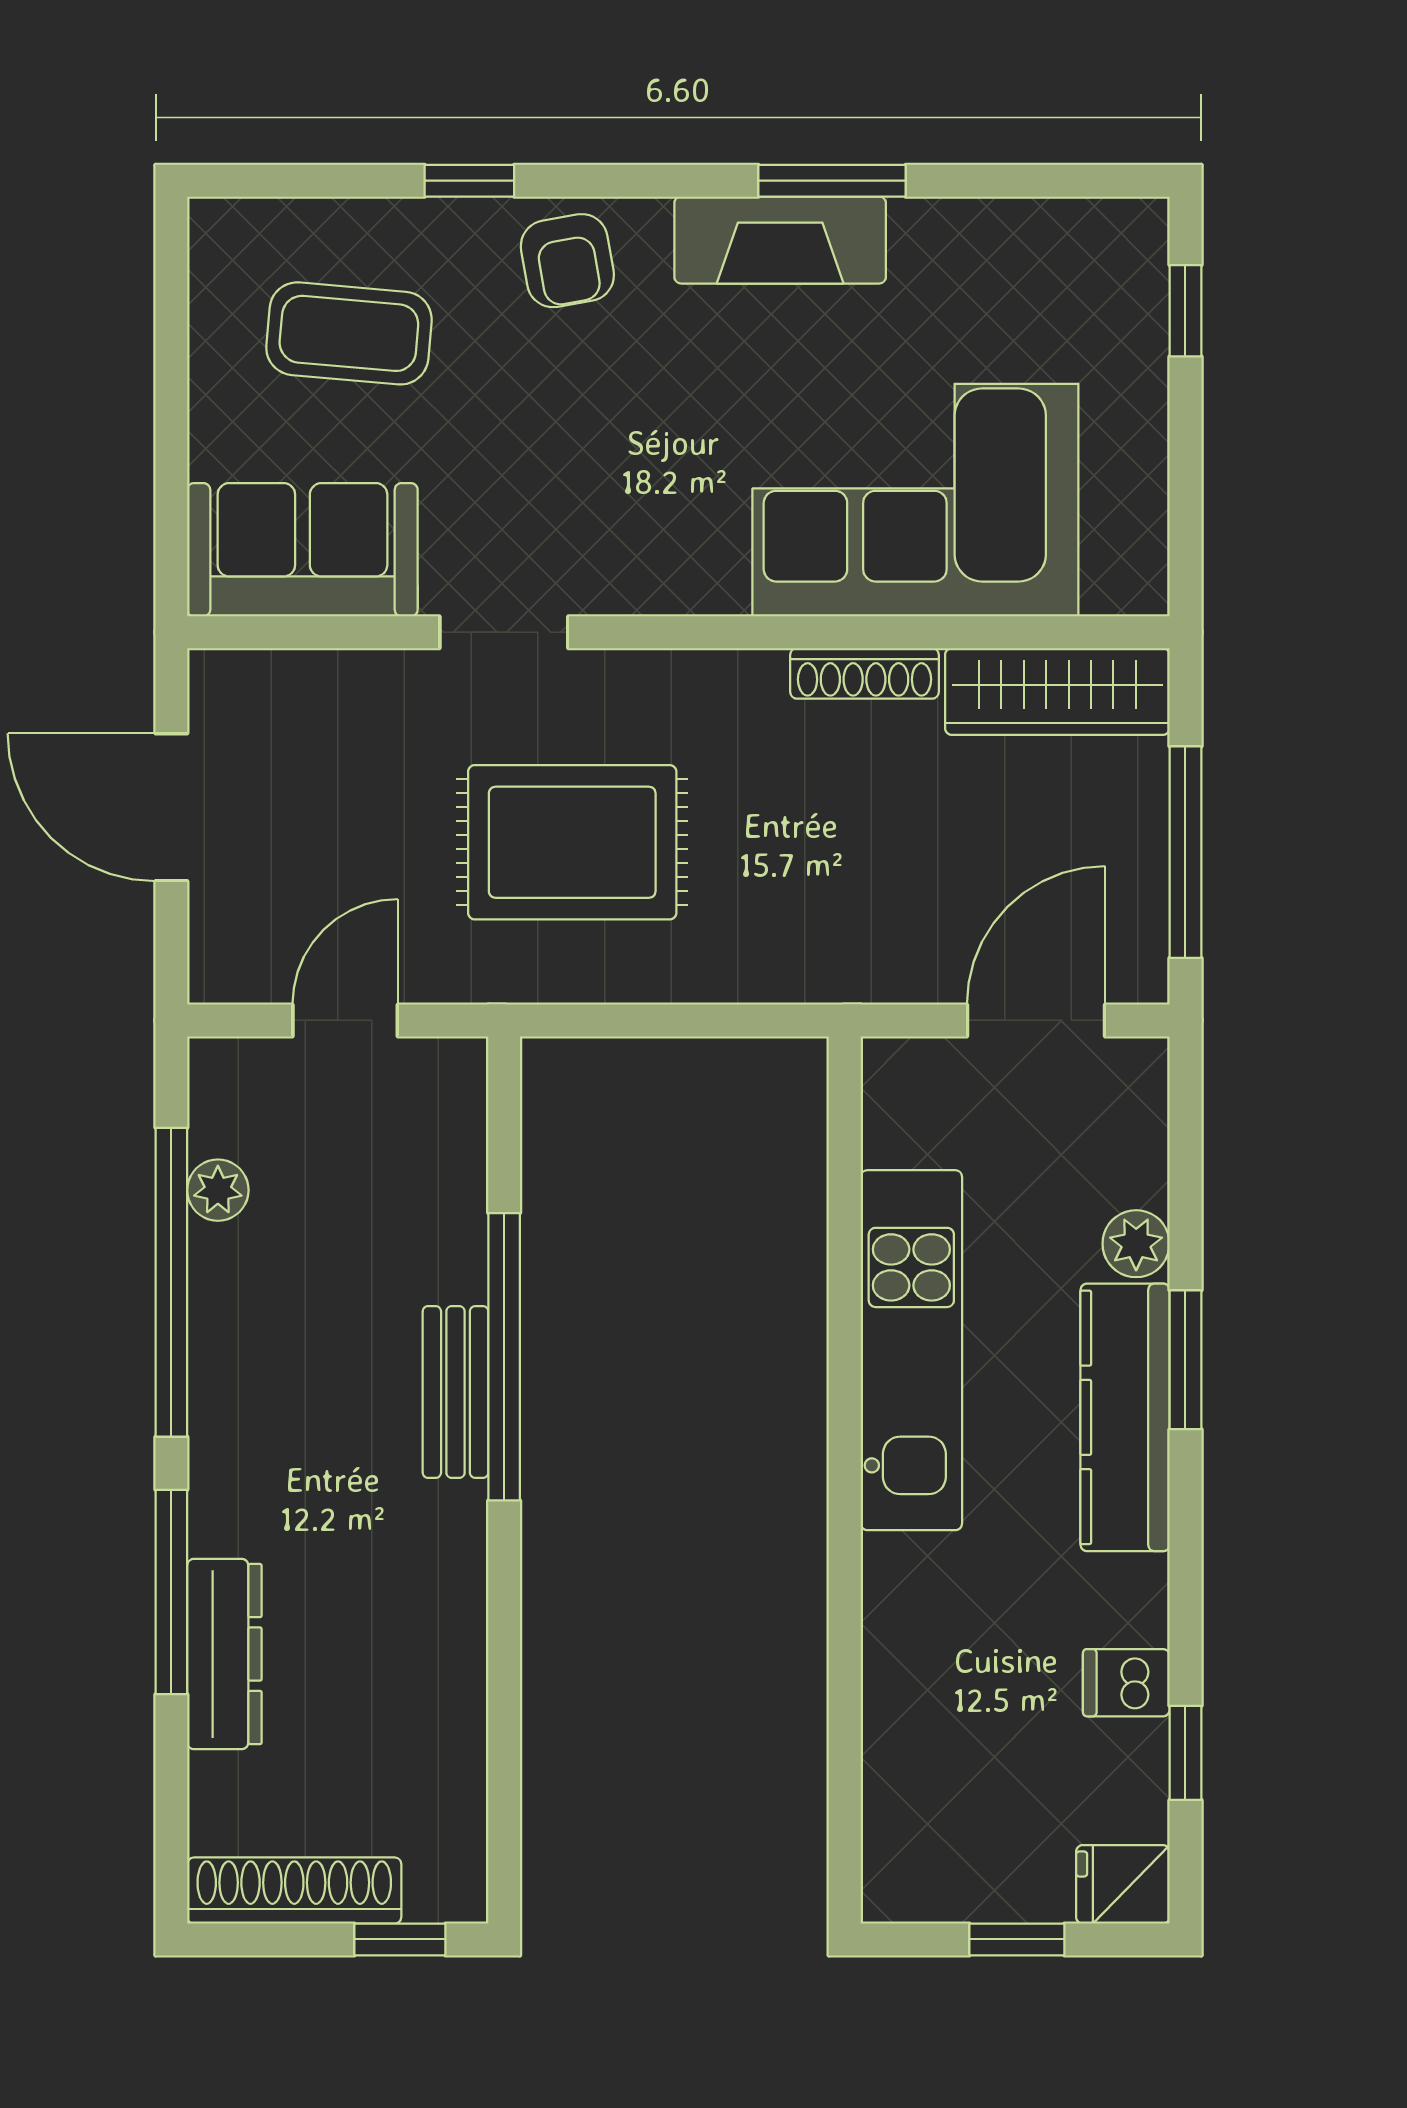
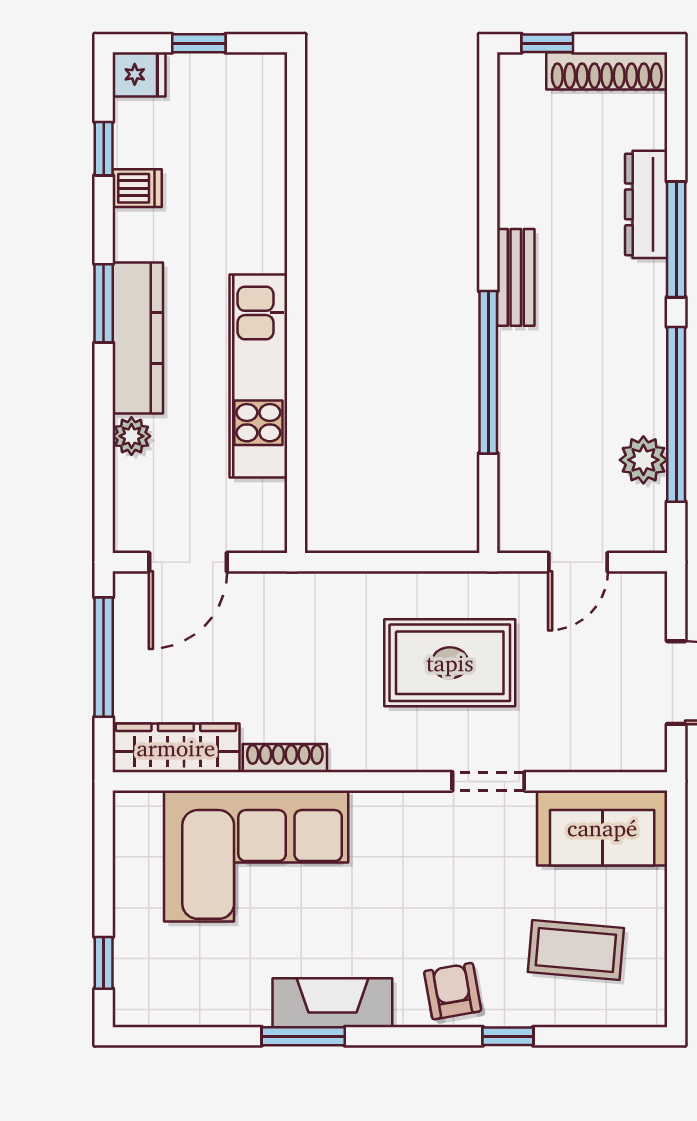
plant: (218, 1190) -> (643, 460), width x1.38, depth x1.38
window: (1185, 1360) -> (104, 303), moved
bench: (455, 1392) -> (516, 277), moved

